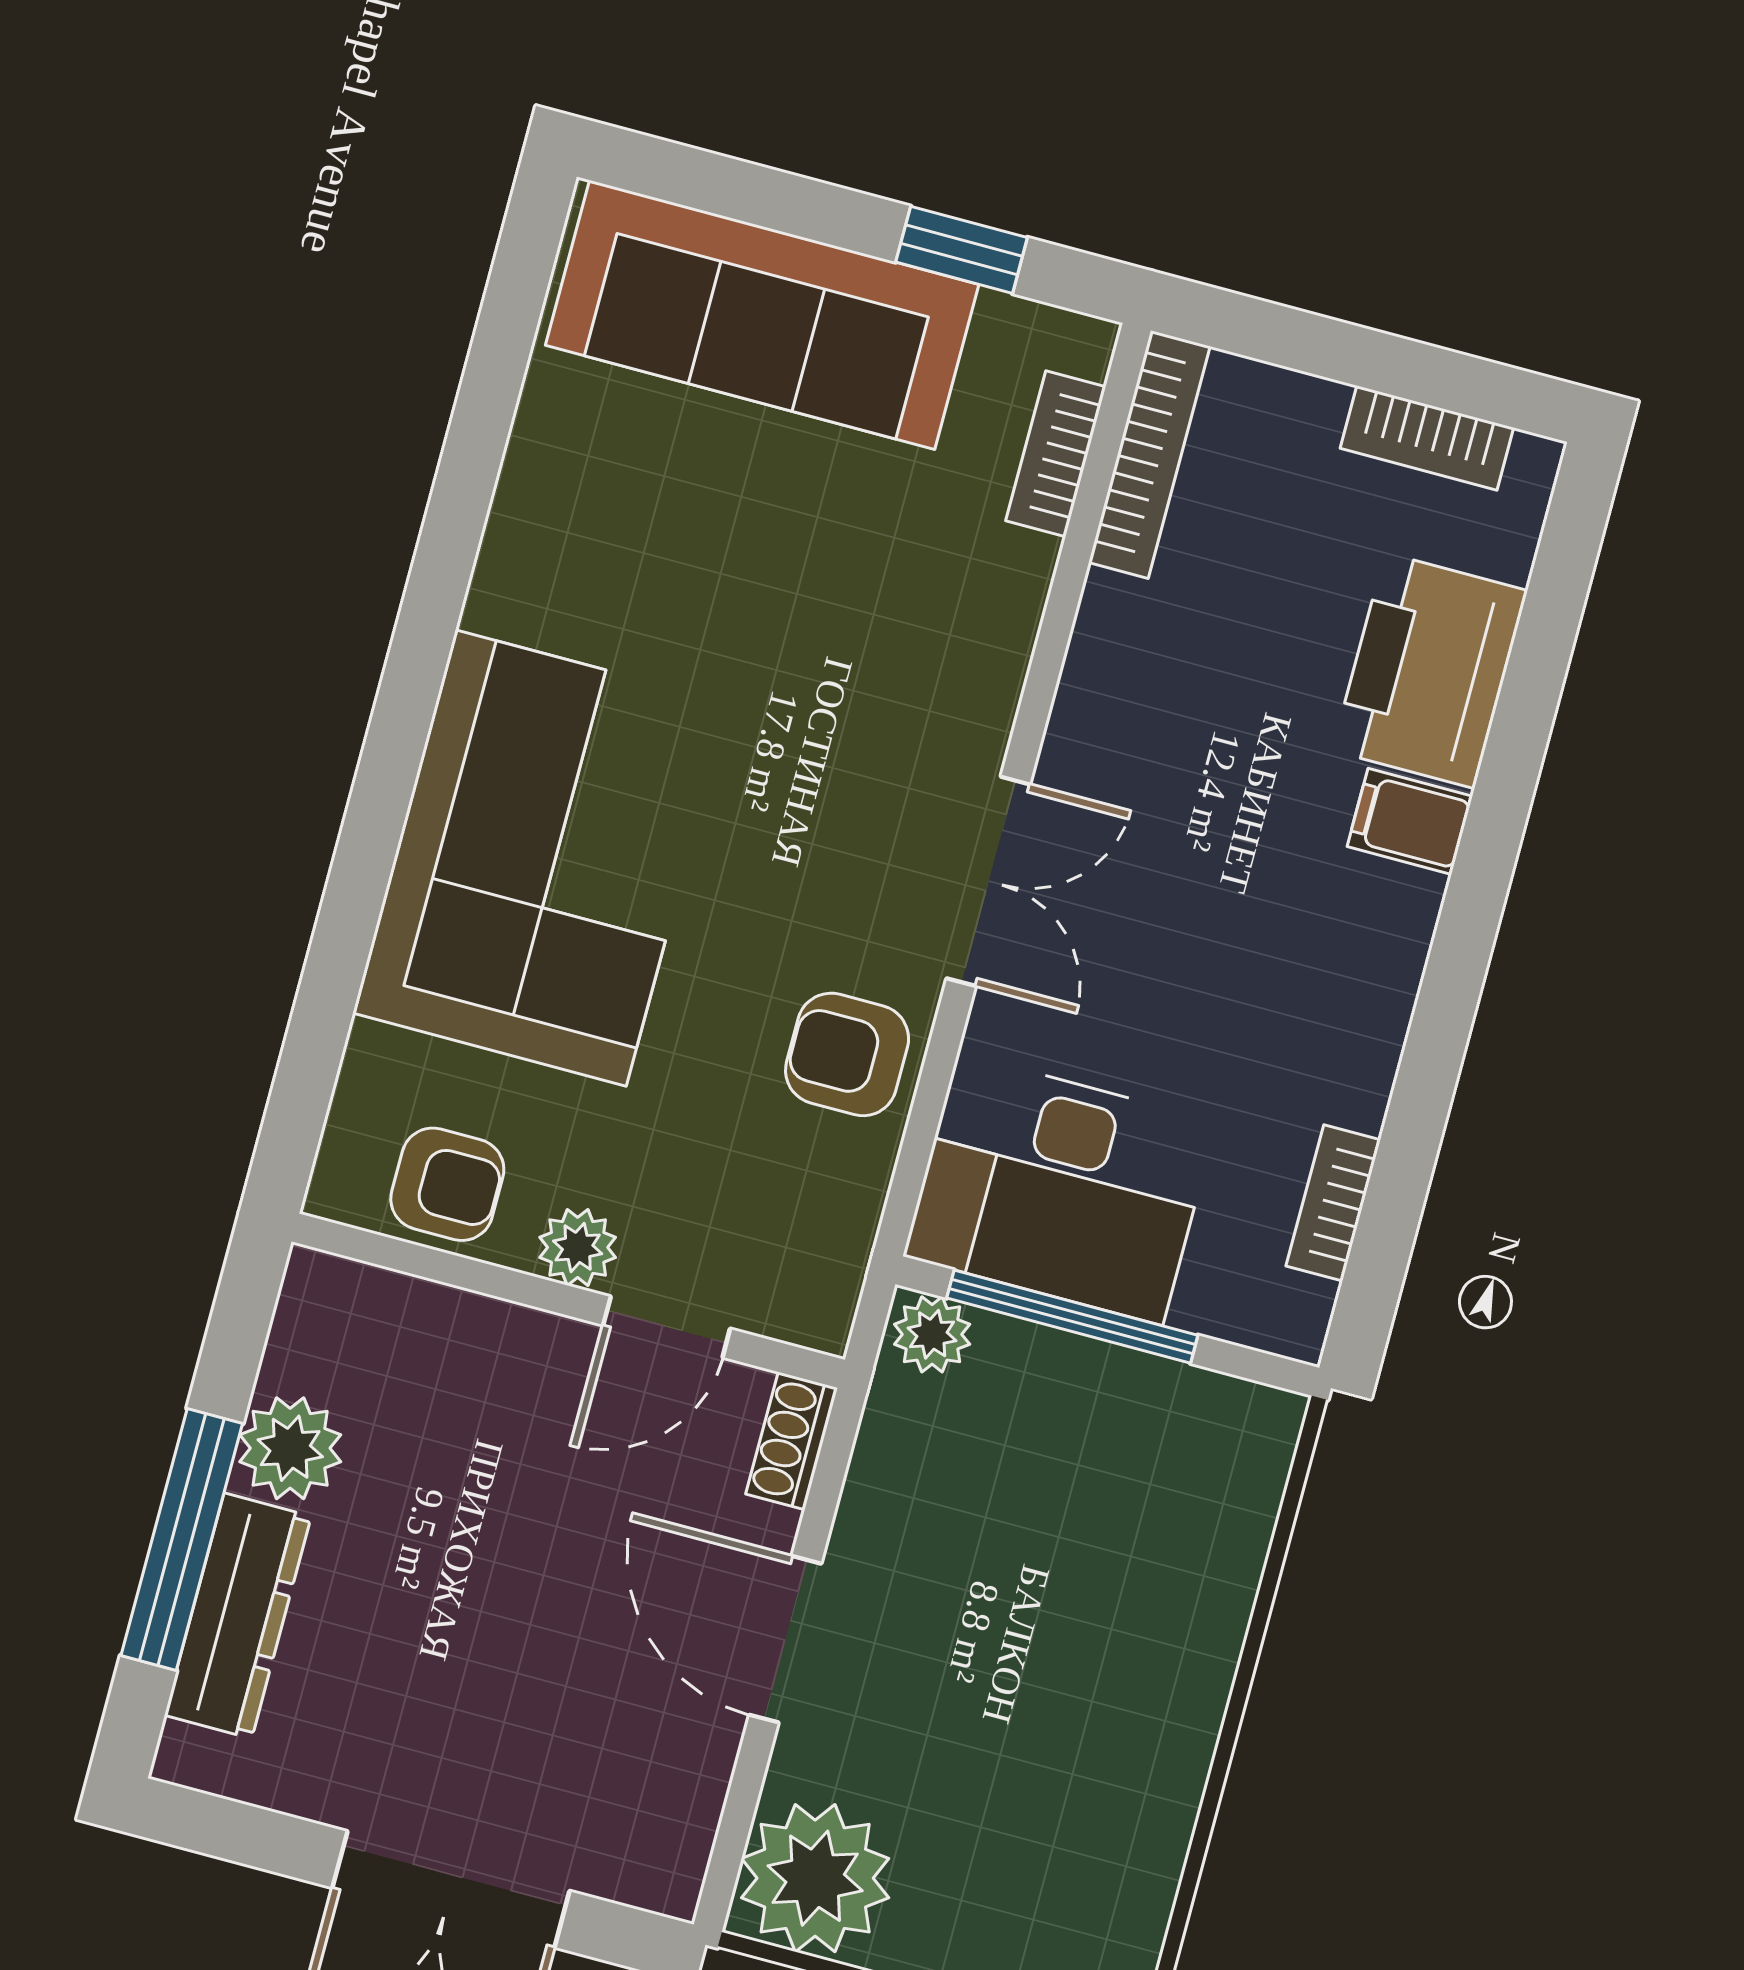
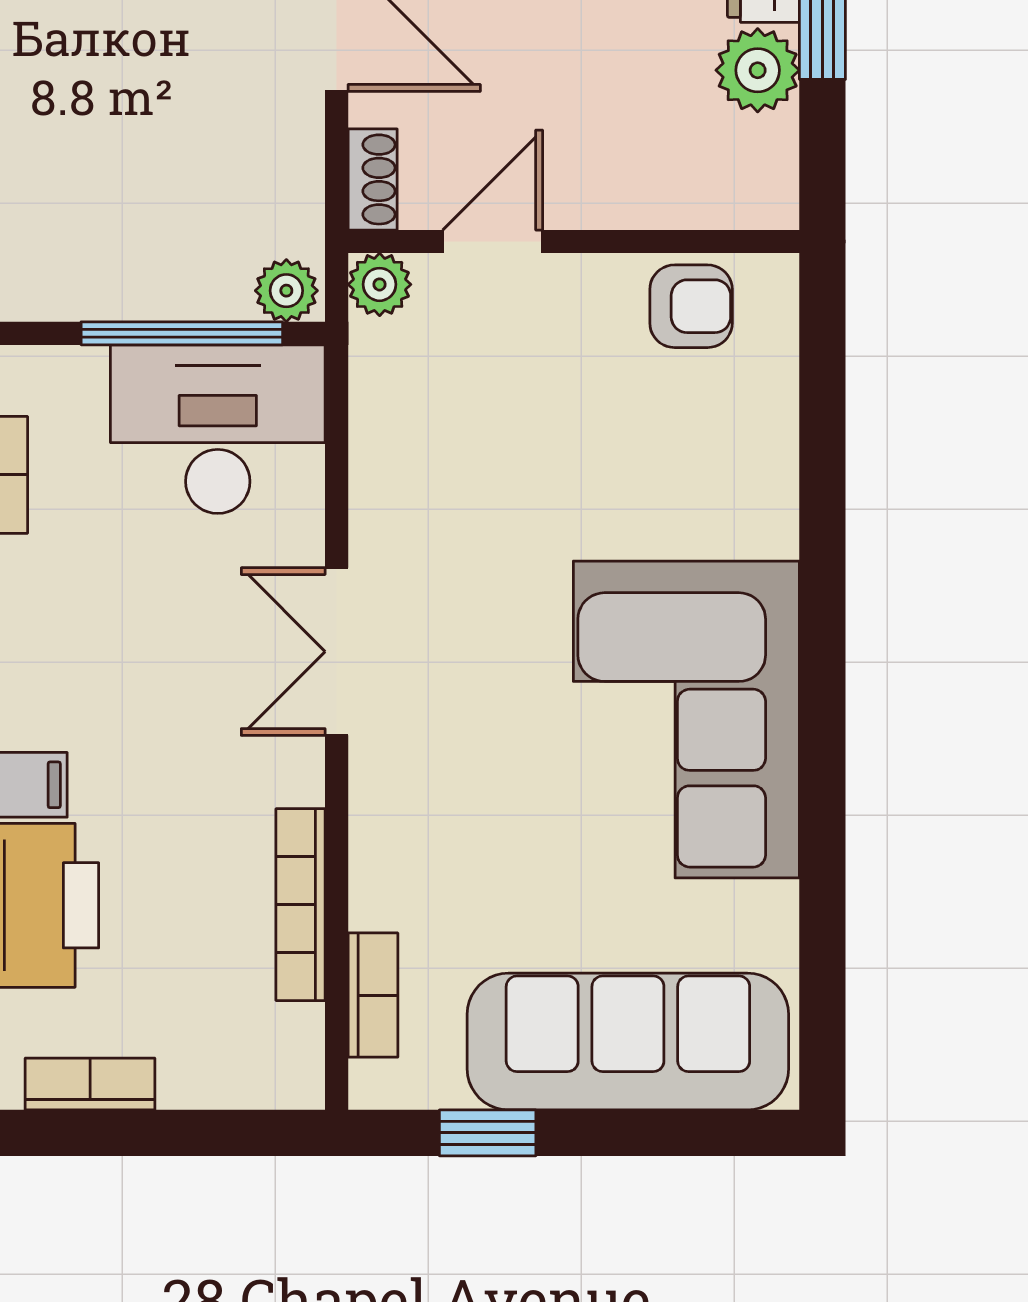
bookcase: (1149, 454) -> (301, 905), moved
corner sofa: (541, 858) -> (686, 719), moved
armchair: (847, 1054) -> (410, 489), removed
armchair: (447, 1184) -> (691, 306), turned 180
plant: (578, 1247) -> (380, 284), moved

